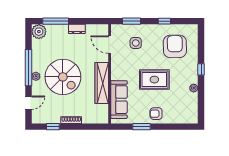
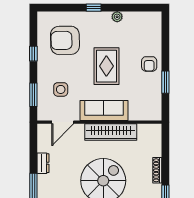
sofa: (119, 100) -> (104, 110), moved

